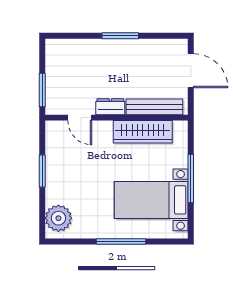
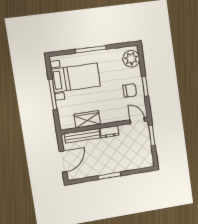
door: (191, 71) -> (63, 161), swing flipped
door: (80, 118) -> (137, 121), moved
wardrobe: (143, 132) -> (87, 119), width x0.67
chair: (68, 168) -> (130, 90), added

